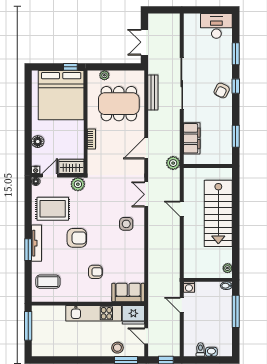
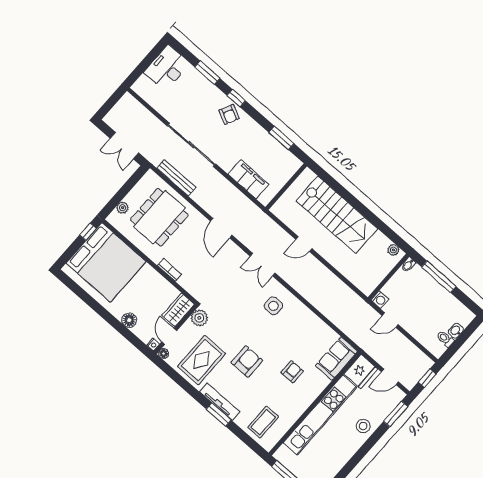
plant: (173, 163) -> (256, 215), removed
kitchen unit: (94, 313) -> (320, 415), width x1.36
stool: (117, 348) -> (363, 426), moved

